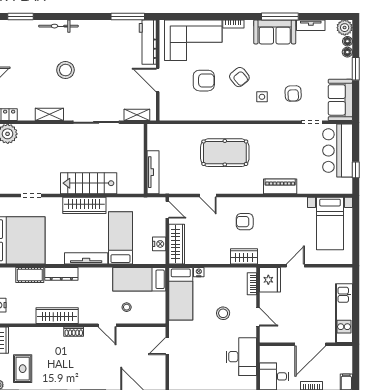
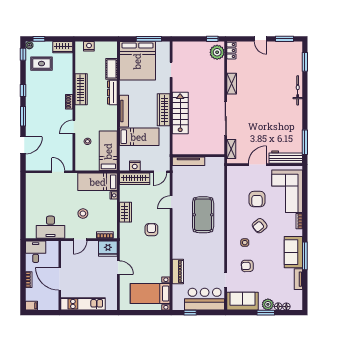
plant: (345, 28) -> (268, 304), moved
stool: (65, 70) -> (265, 96), removed
piano: (280, 186) -> (178, 272), moved
wardrobe: (244, 256) -> (125, 212), moved

